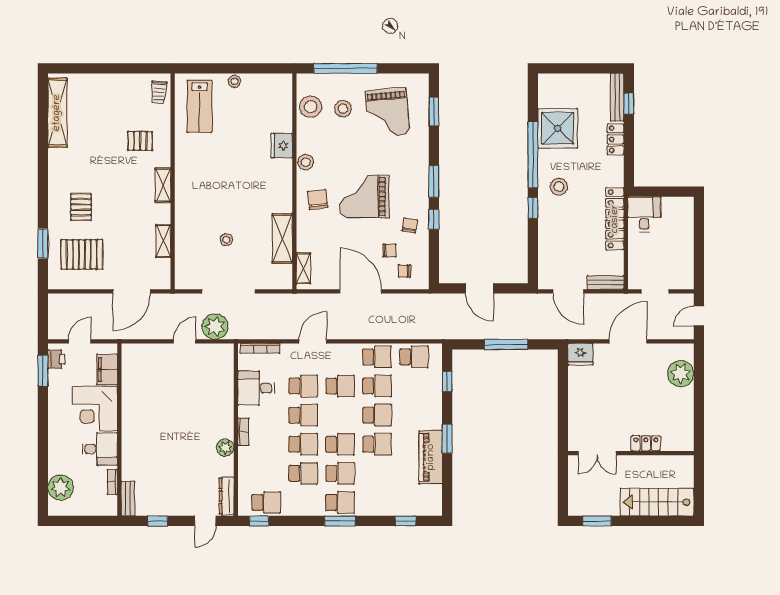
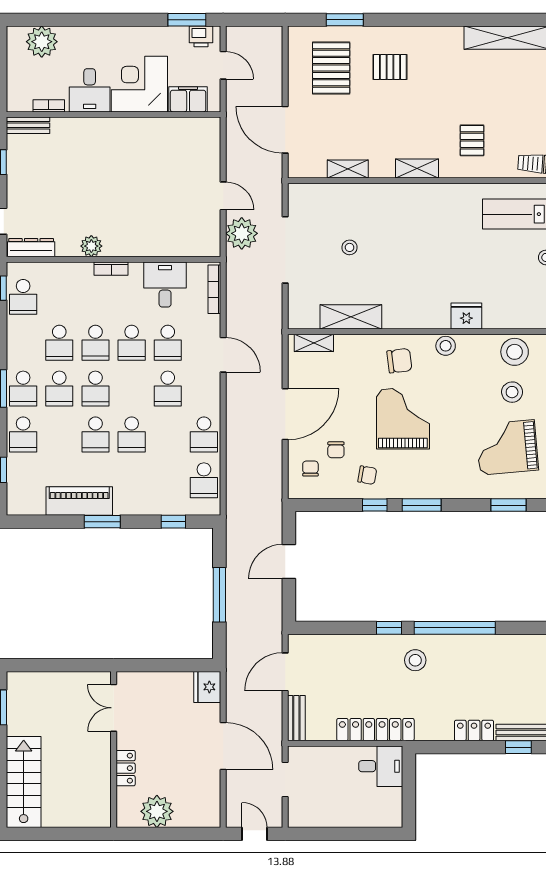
shower: (558, 128) -> (488, 659), removed
plant: (681, 374) -> (157, 811), moved
school desk: (377, 386) -> (23, 434), moved
locker: (646, 443) -> (126, 768), moved
double door: (597, 453) -> (114, 708), moved
wall: (631, 453) -> (114, 750), moved

